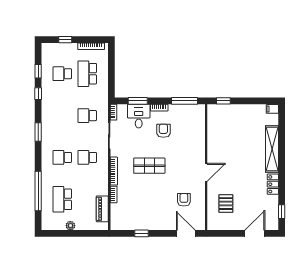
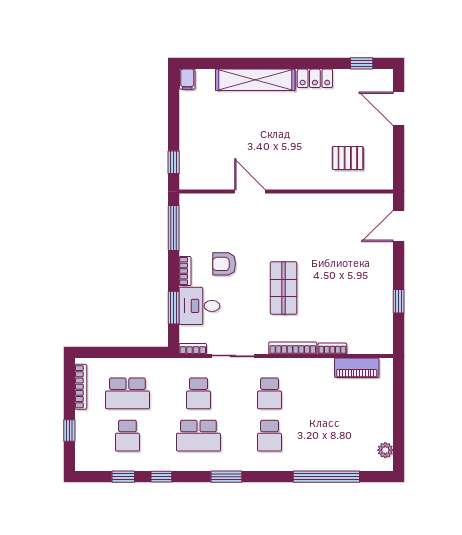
door: (206, 172) -> (250, 191), moved
school desk: (62, 199) -> (198, 436), moved
armchair: (184, 200) -> (341, 229), removed
plant: (70, 226) -> (385, 450), moved

